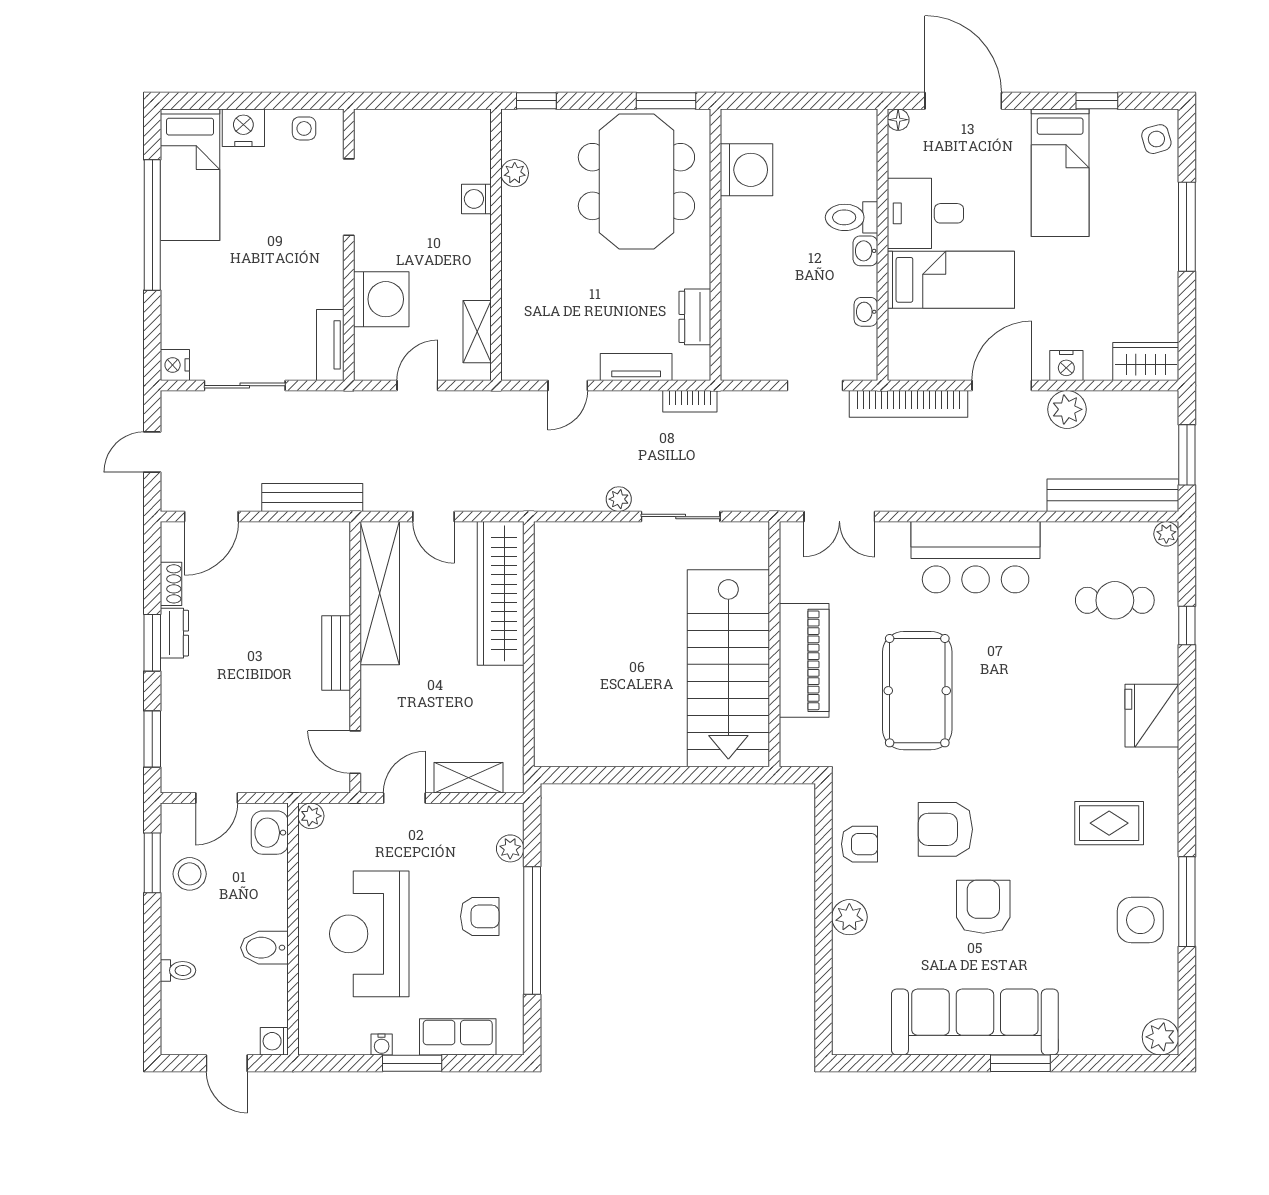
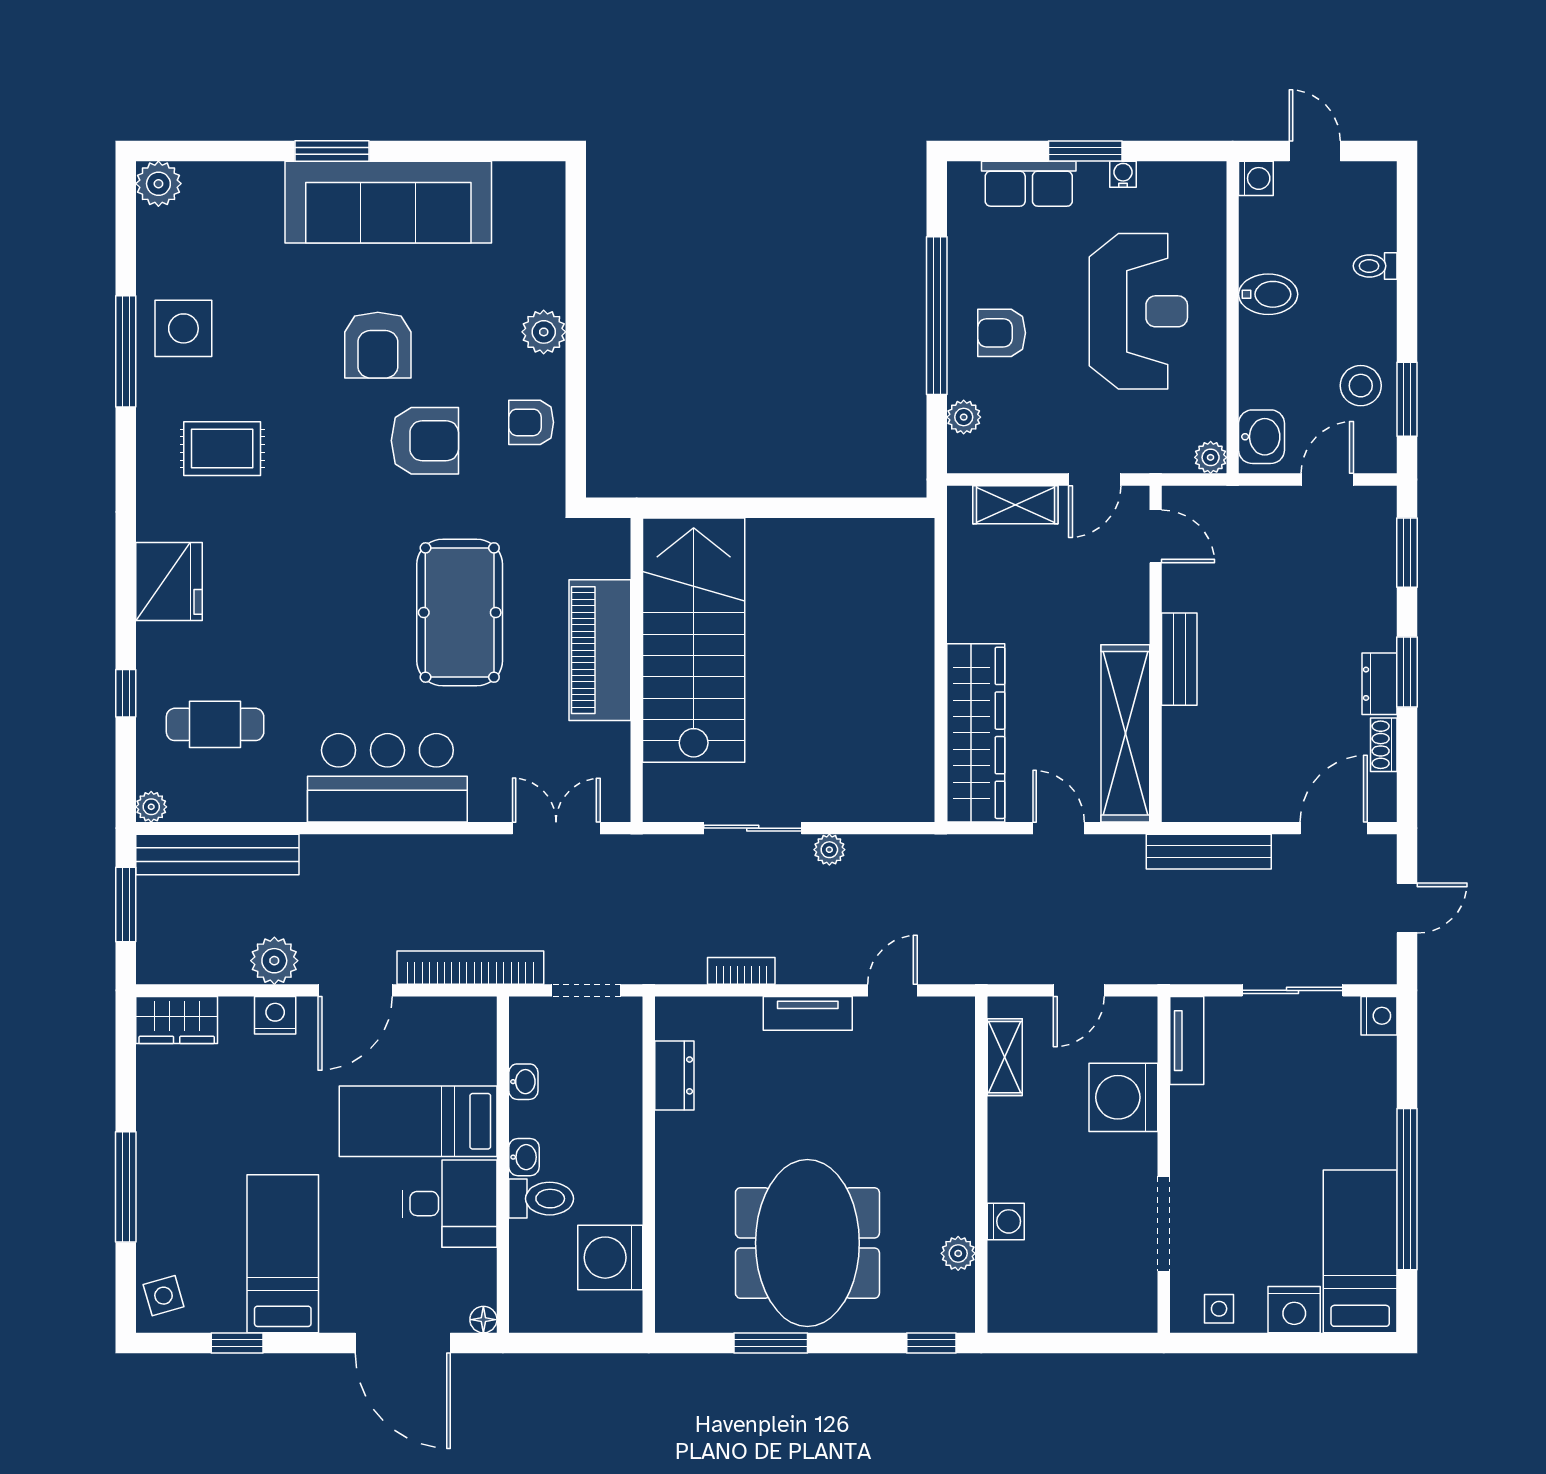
washing machine: (747, 170) -> (610, 1258), moved
wall: (715, 245) -> (649, 1165), moved
dresser: (695, 317) -> (674, 1075), moved

